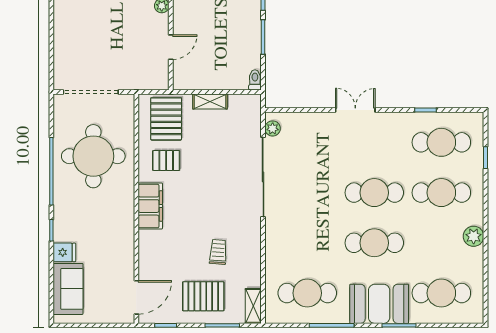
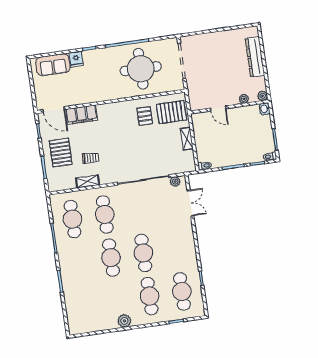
double door: (355, 110) -> (190, 203), moved
filing cabinet: (150, 206) -> (82, 115), moved
cafe table: (441, 293) -> (105, 214), moved
booth: (379, 304) -> (72, 266), removed
shelving: (253, 306) -> (88, 182), moved

